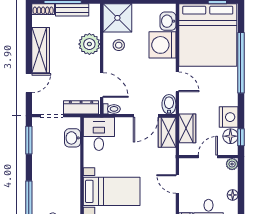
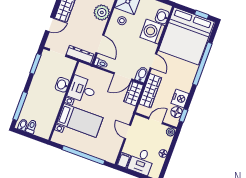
wardrobe: (187, 128) -> (150, 91), width x1.50
desk: (99, 134) -> (82, 89), moved, turned -90
washbasin: (73, 138) -> (62, 85), moved

